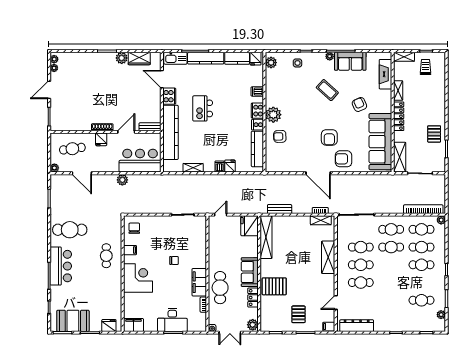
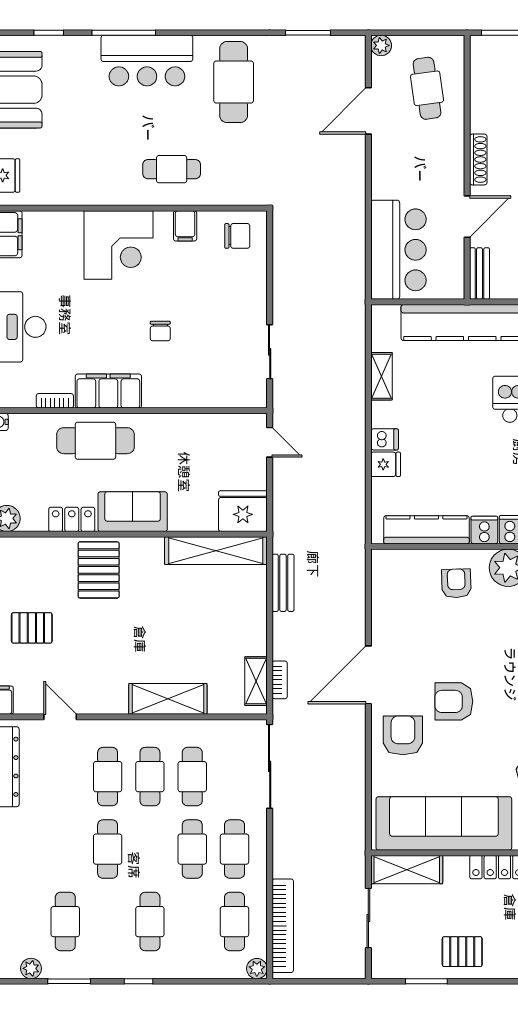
door: (126, 132) -> (467, 217), hinge flipped
fridge: (101, 139) -> (449, 157), removed
plant: (122, 180) -> (353, 208), removed
cafe table: (422, 247) -> (108, 849), moved

